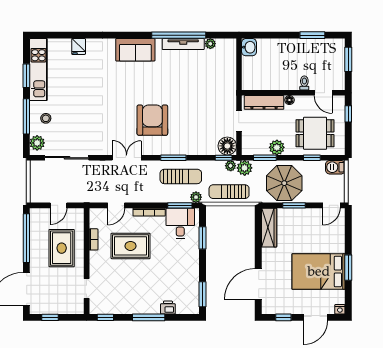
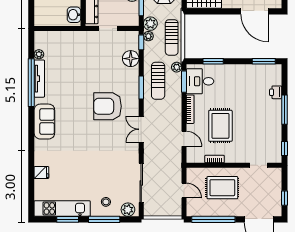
washbasin: (249, 47) -> (74, 15), moved, turned -90
floor lamp: (227, 146) -> (131, 59), moved
sun lounger: (181, 176) -> (158, 81), turned 180

